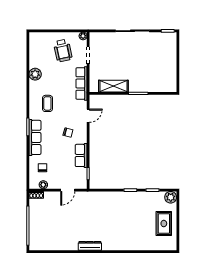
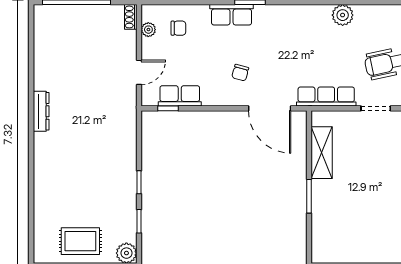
coffee table: (47, 103) -> (291, 37), removed
door: (88, 116) -> (270, 108), width x1.88
row of seats: (35, 137) -> (232, 15), width x0.68
row of seats: (81, 155) -> (180, 96), moved
door: (68, 190) -> (139, 72), swing flipped

